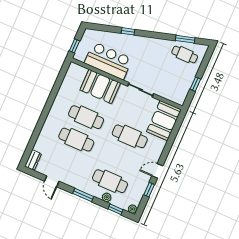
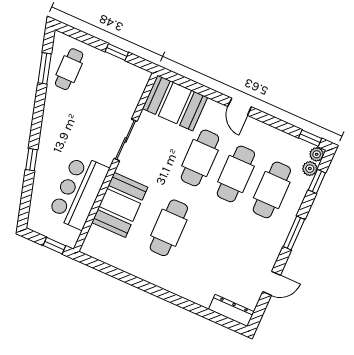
cafe table: (76, 140) -> (236, 174), moved
dresser: (33, 160) -> (231, 311), width x1.44
door: (157, 171) -> (240, 107), moved
window: (149, 190) -> (310, 138), moved
plant: (107, 197) -> (310, 169), moved

